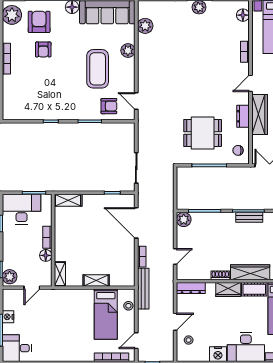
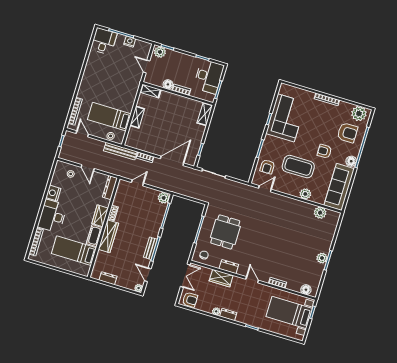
armchair: (43, 49) -> (324, 151), moved
corner sofa: (43, 101) -> (286, 118), added
wardrobe: (260, 115) -> (221, 278), width x0.67
door: (175, 256) -> (137, 183), swing flipped

